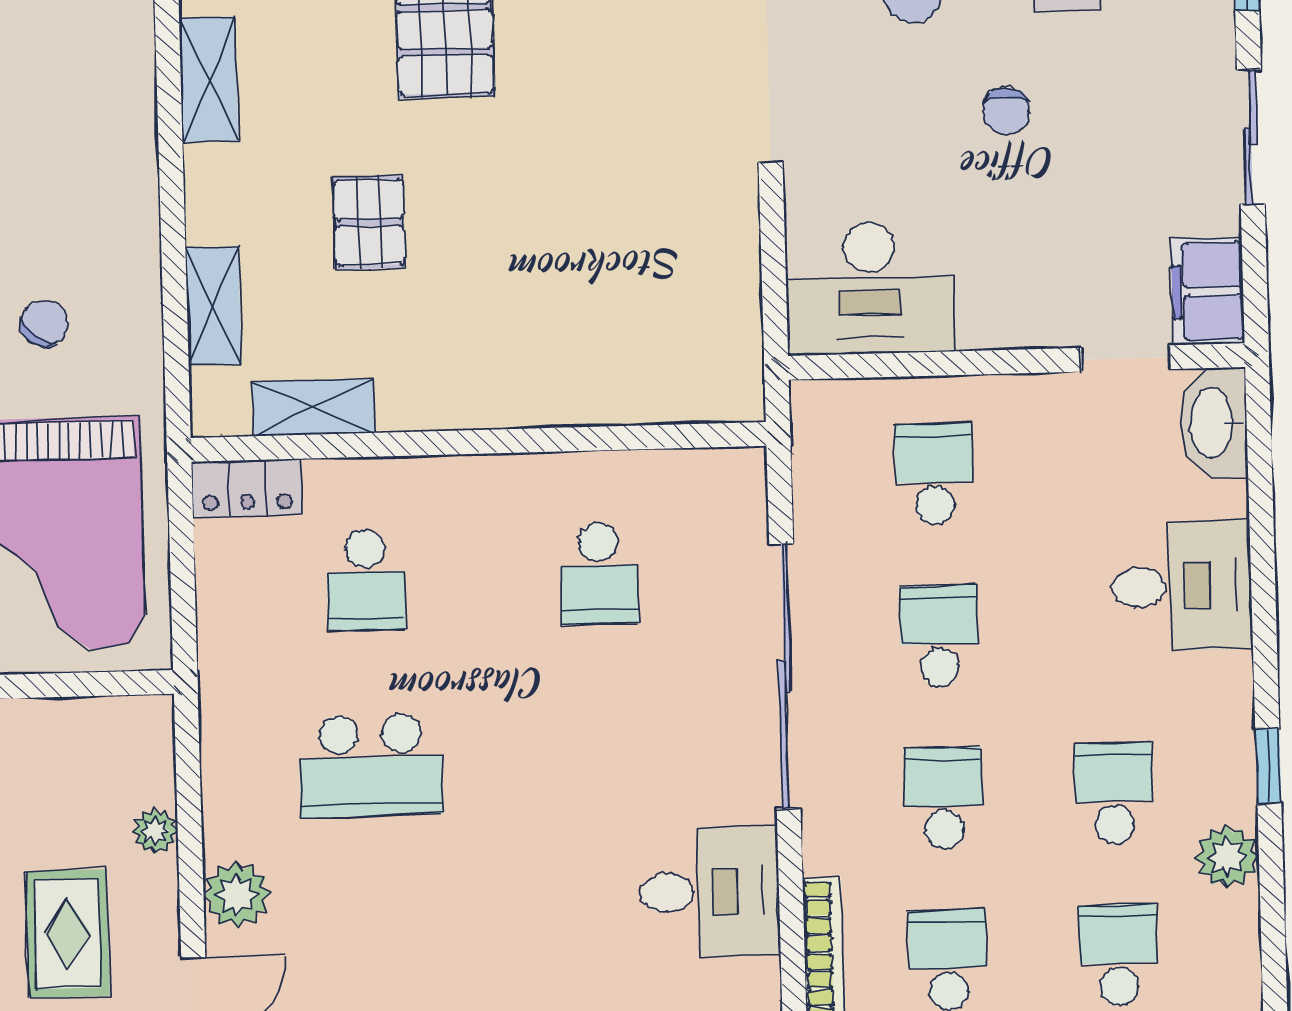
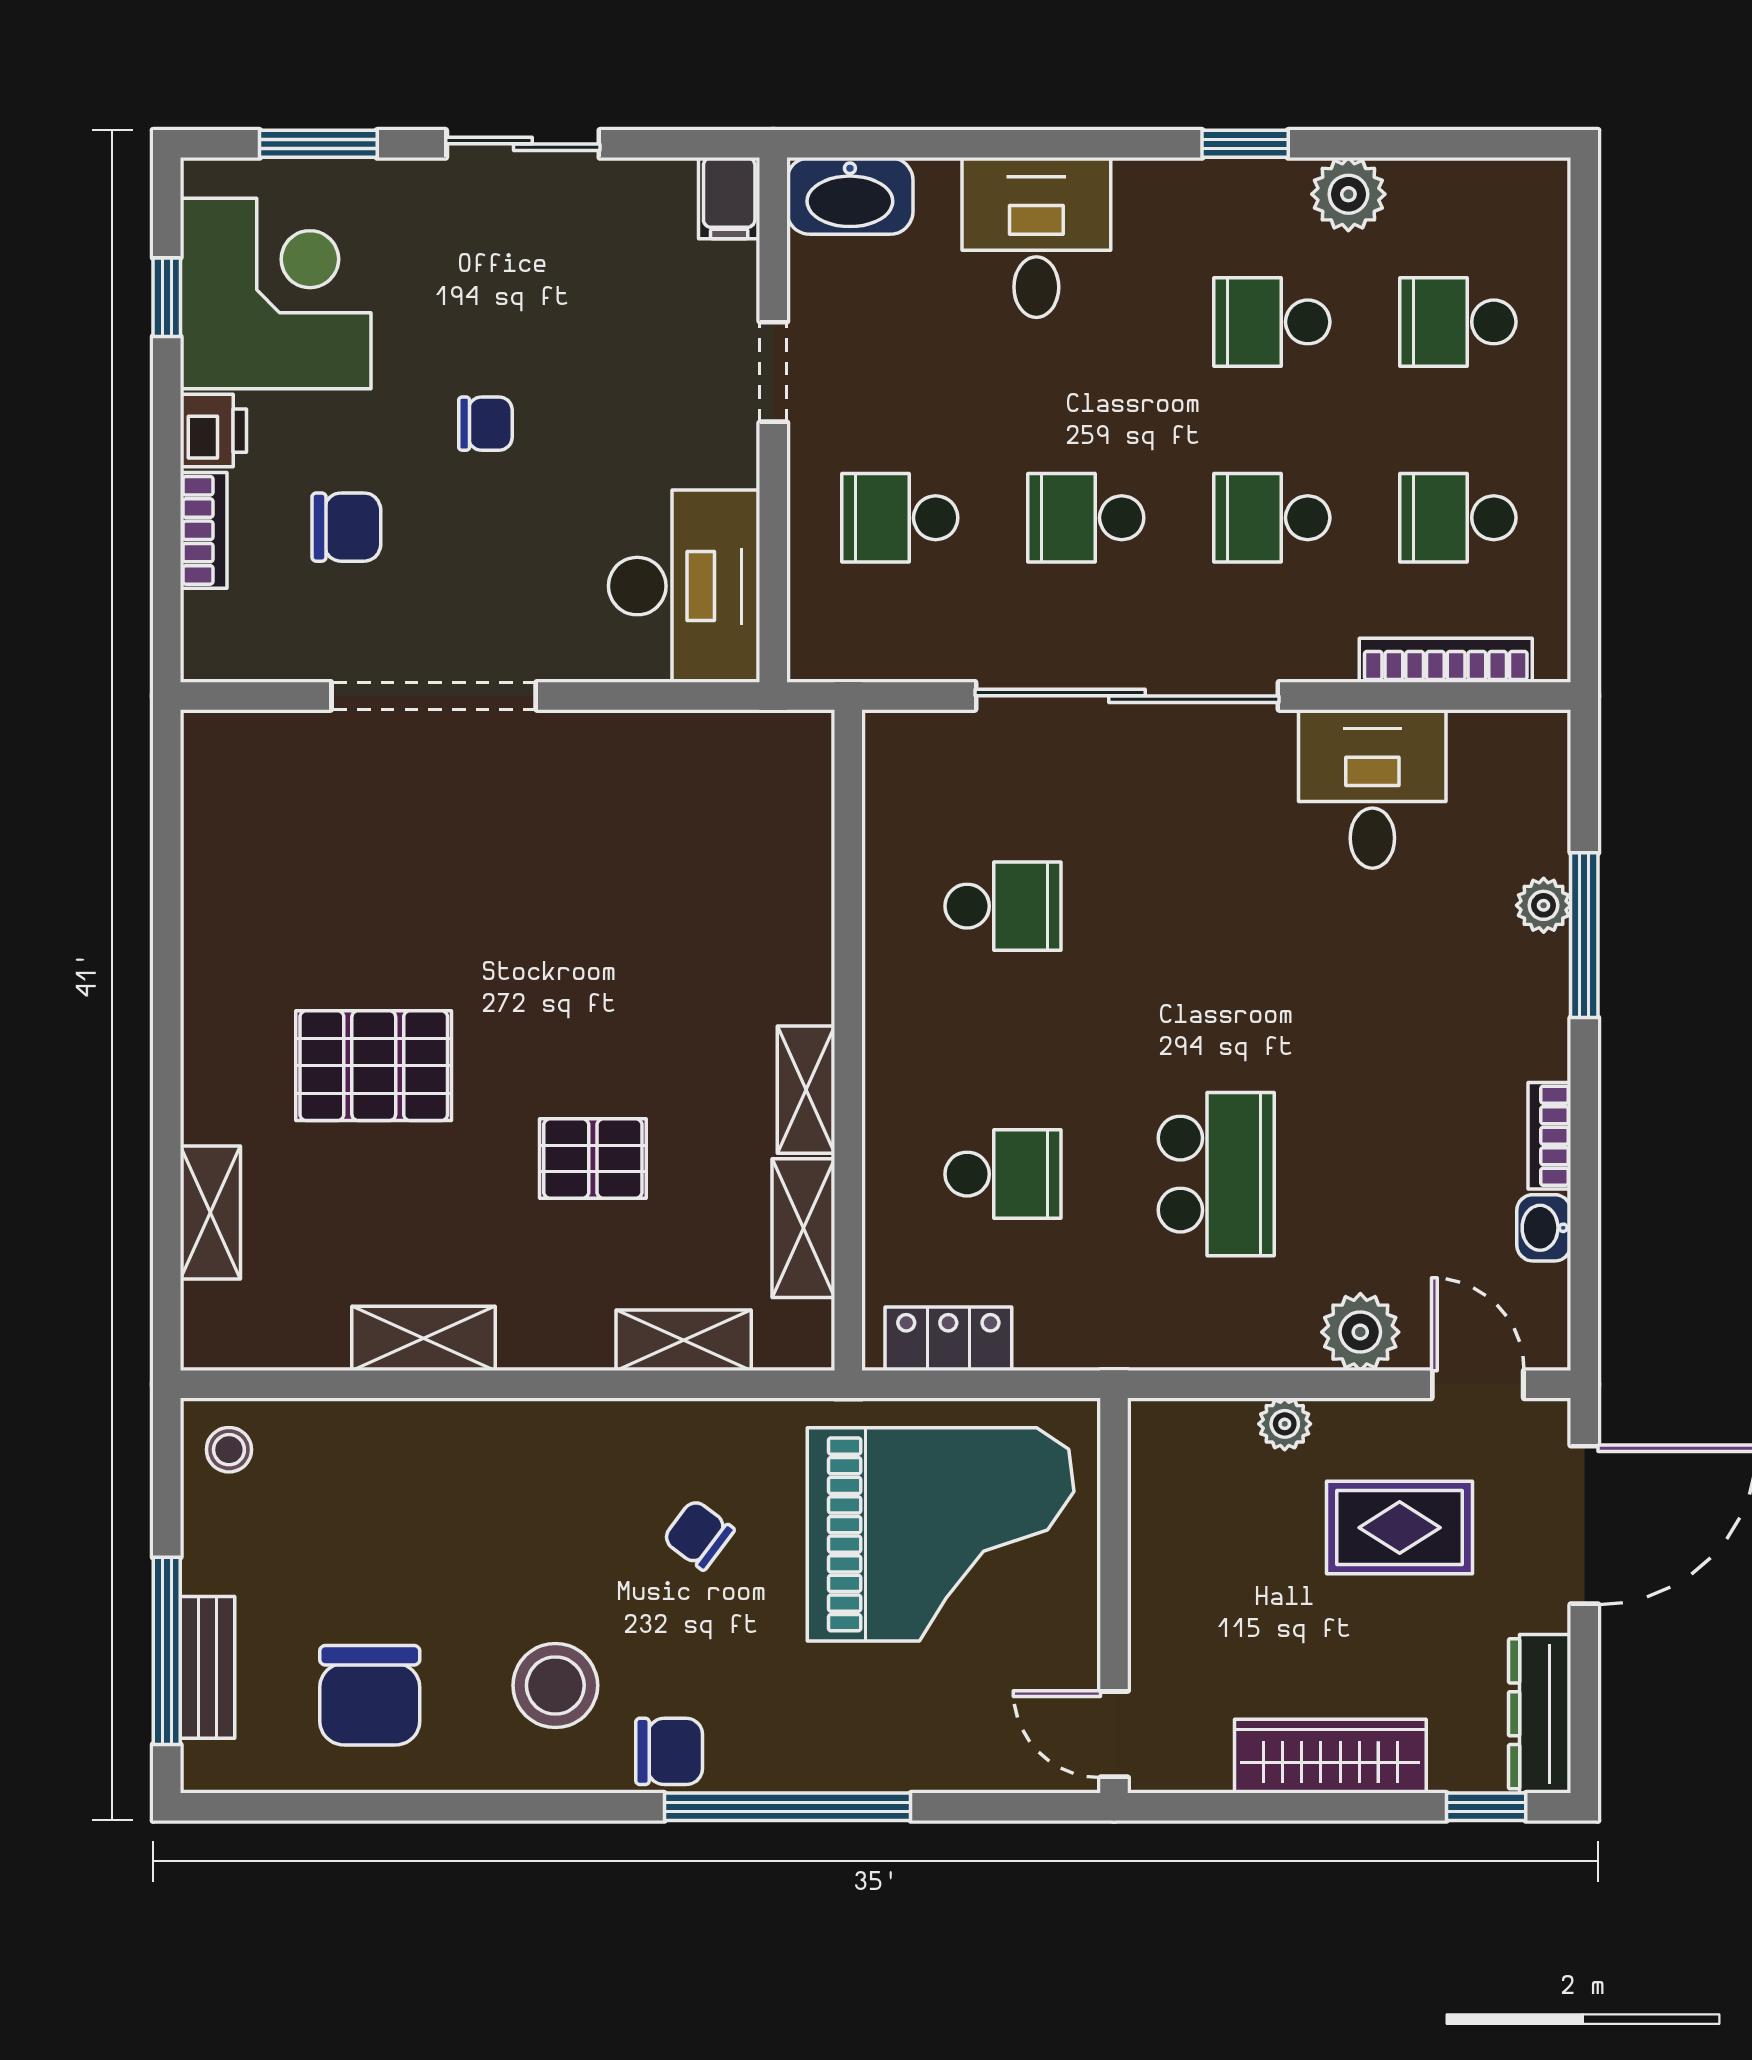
filing cabinet: (1208, 291) -> (729, 198), width x0.50
doorway: (1126, 359) -> (773, 372), moved
shelving: (434, 406) -> (806, 1090), added
locker: (247, 488) -> (948, 1339), moved, turned -90

